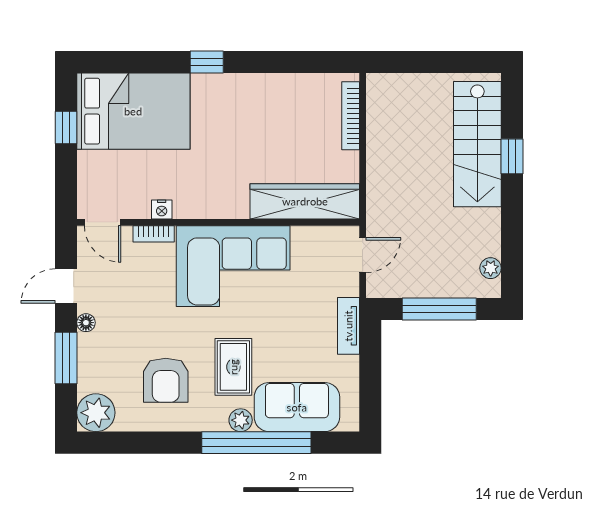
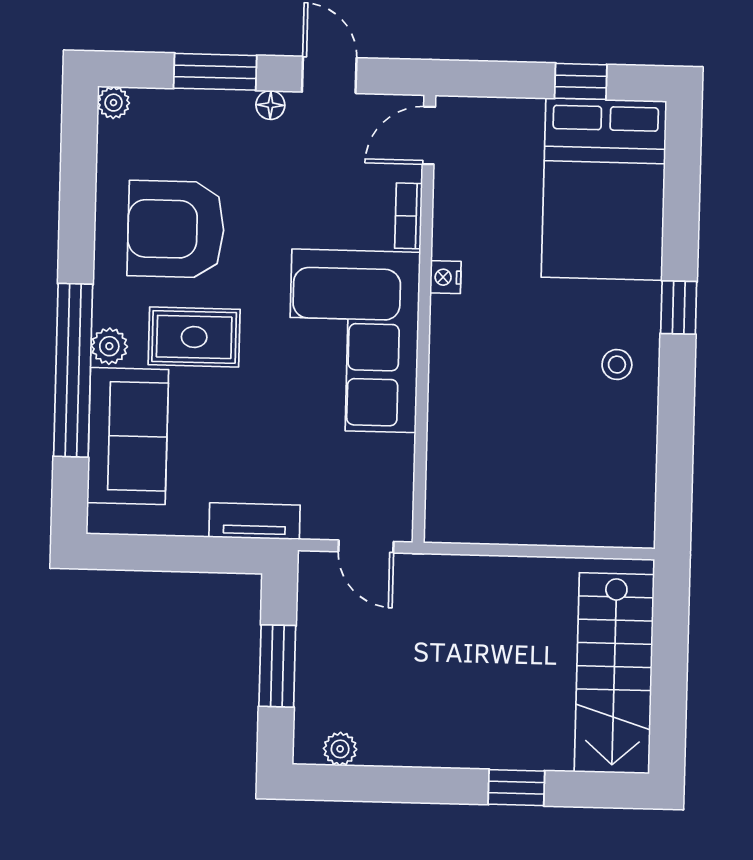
stool: (244, 100) -> (617, 365), added
bookcase: (351, 116) -> (588, 533), removed
stairs: (477, 144) -> (614, 673), moved, turned -90
wardrobe: (305, 201) -> (454, 457), removed
nightstand: (162, 209) -> (446, 277), moved
window: (439, 309) -> (277, 666), width x0.69
armchair: (166, 380) -> (176, 229), width x1.36, depth x1.36
plant: (96, 413) -> (113, 103), width x0.53, depth x0.53

